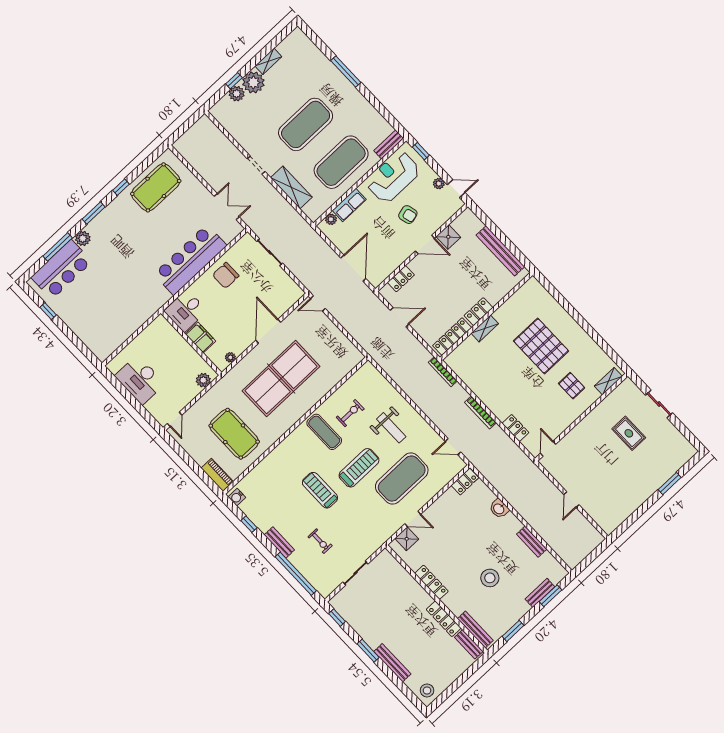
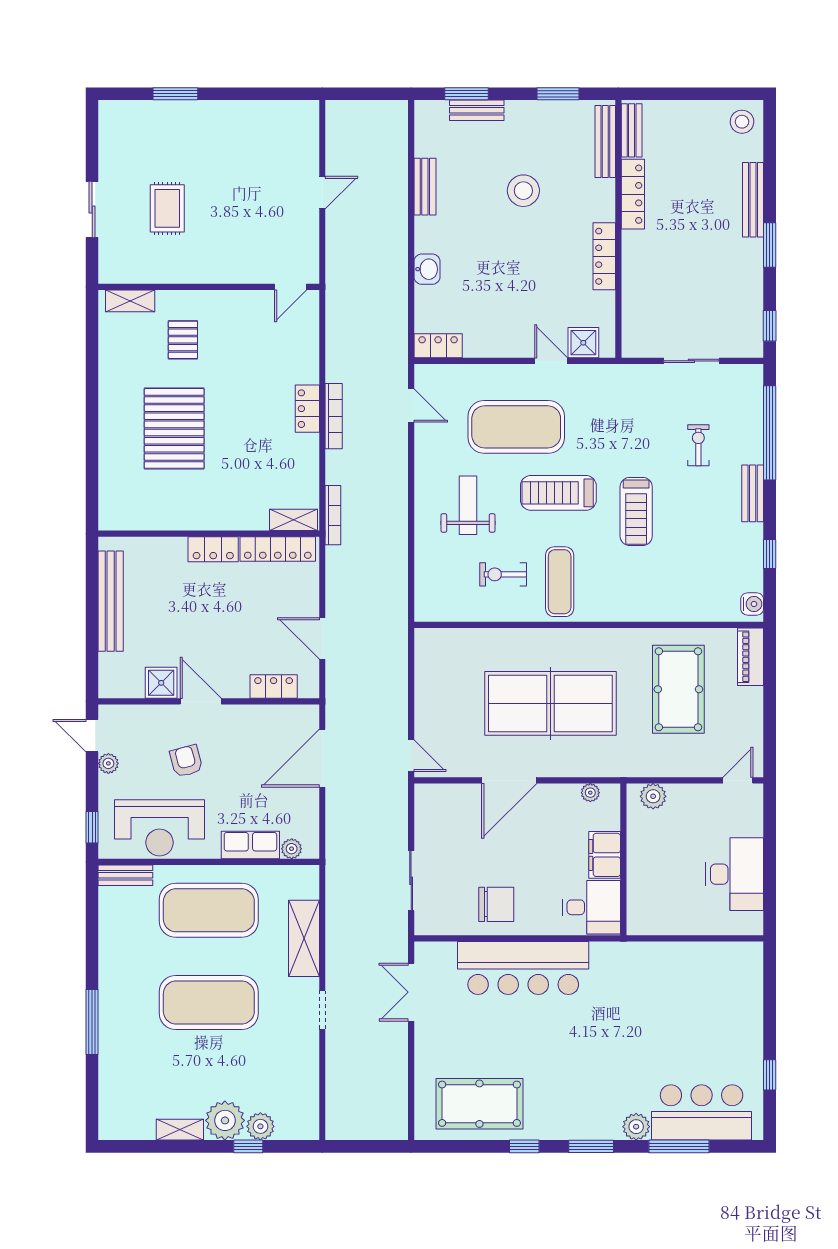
shelving: (485, 328) -> (293, 520), moved
locker: (515, 428) -> (307, 409), moved

